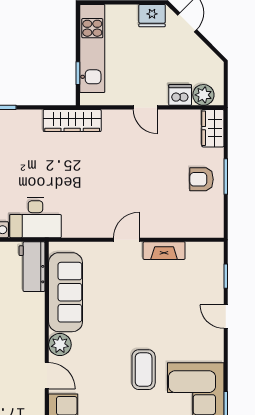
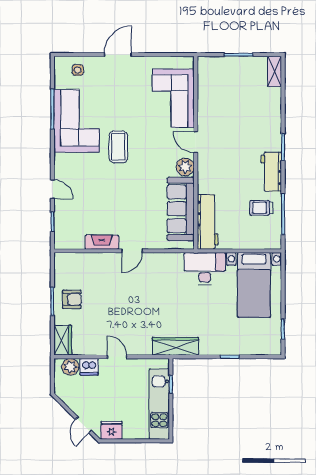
workbench: (32, 267) -> (208, 222), width x1.38

